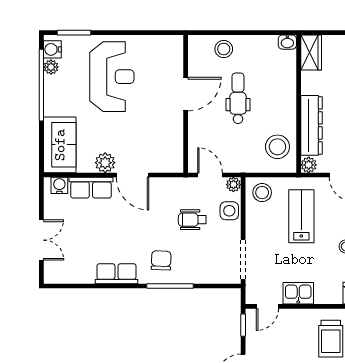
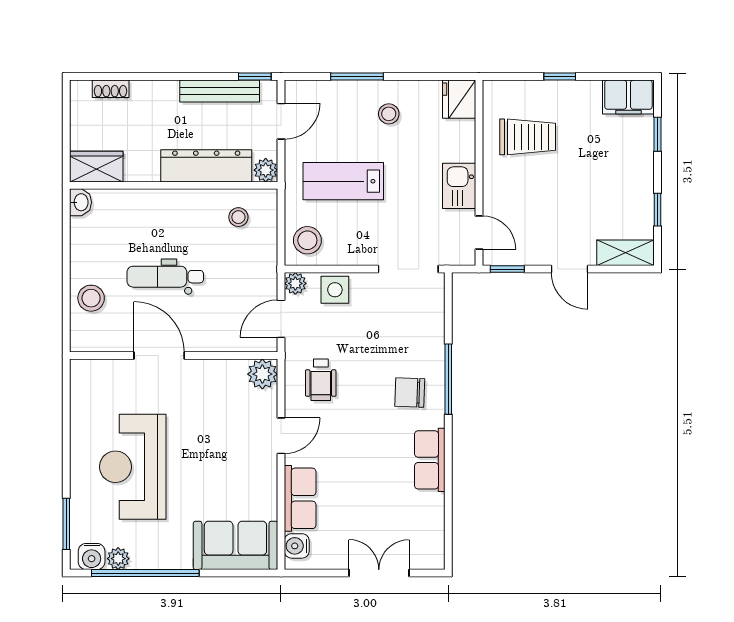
reception desk: (112, 77) -> (133, 467), turned -90
stool: (277, 147) -> (238, 217), width x0.53, depth x0.53
plant: (105, 163) -> (262, 374), moved
door: (132, 175) -> (281, 436), width x0.73
wheelchair: (192, 220) -> (321, 380), moved

